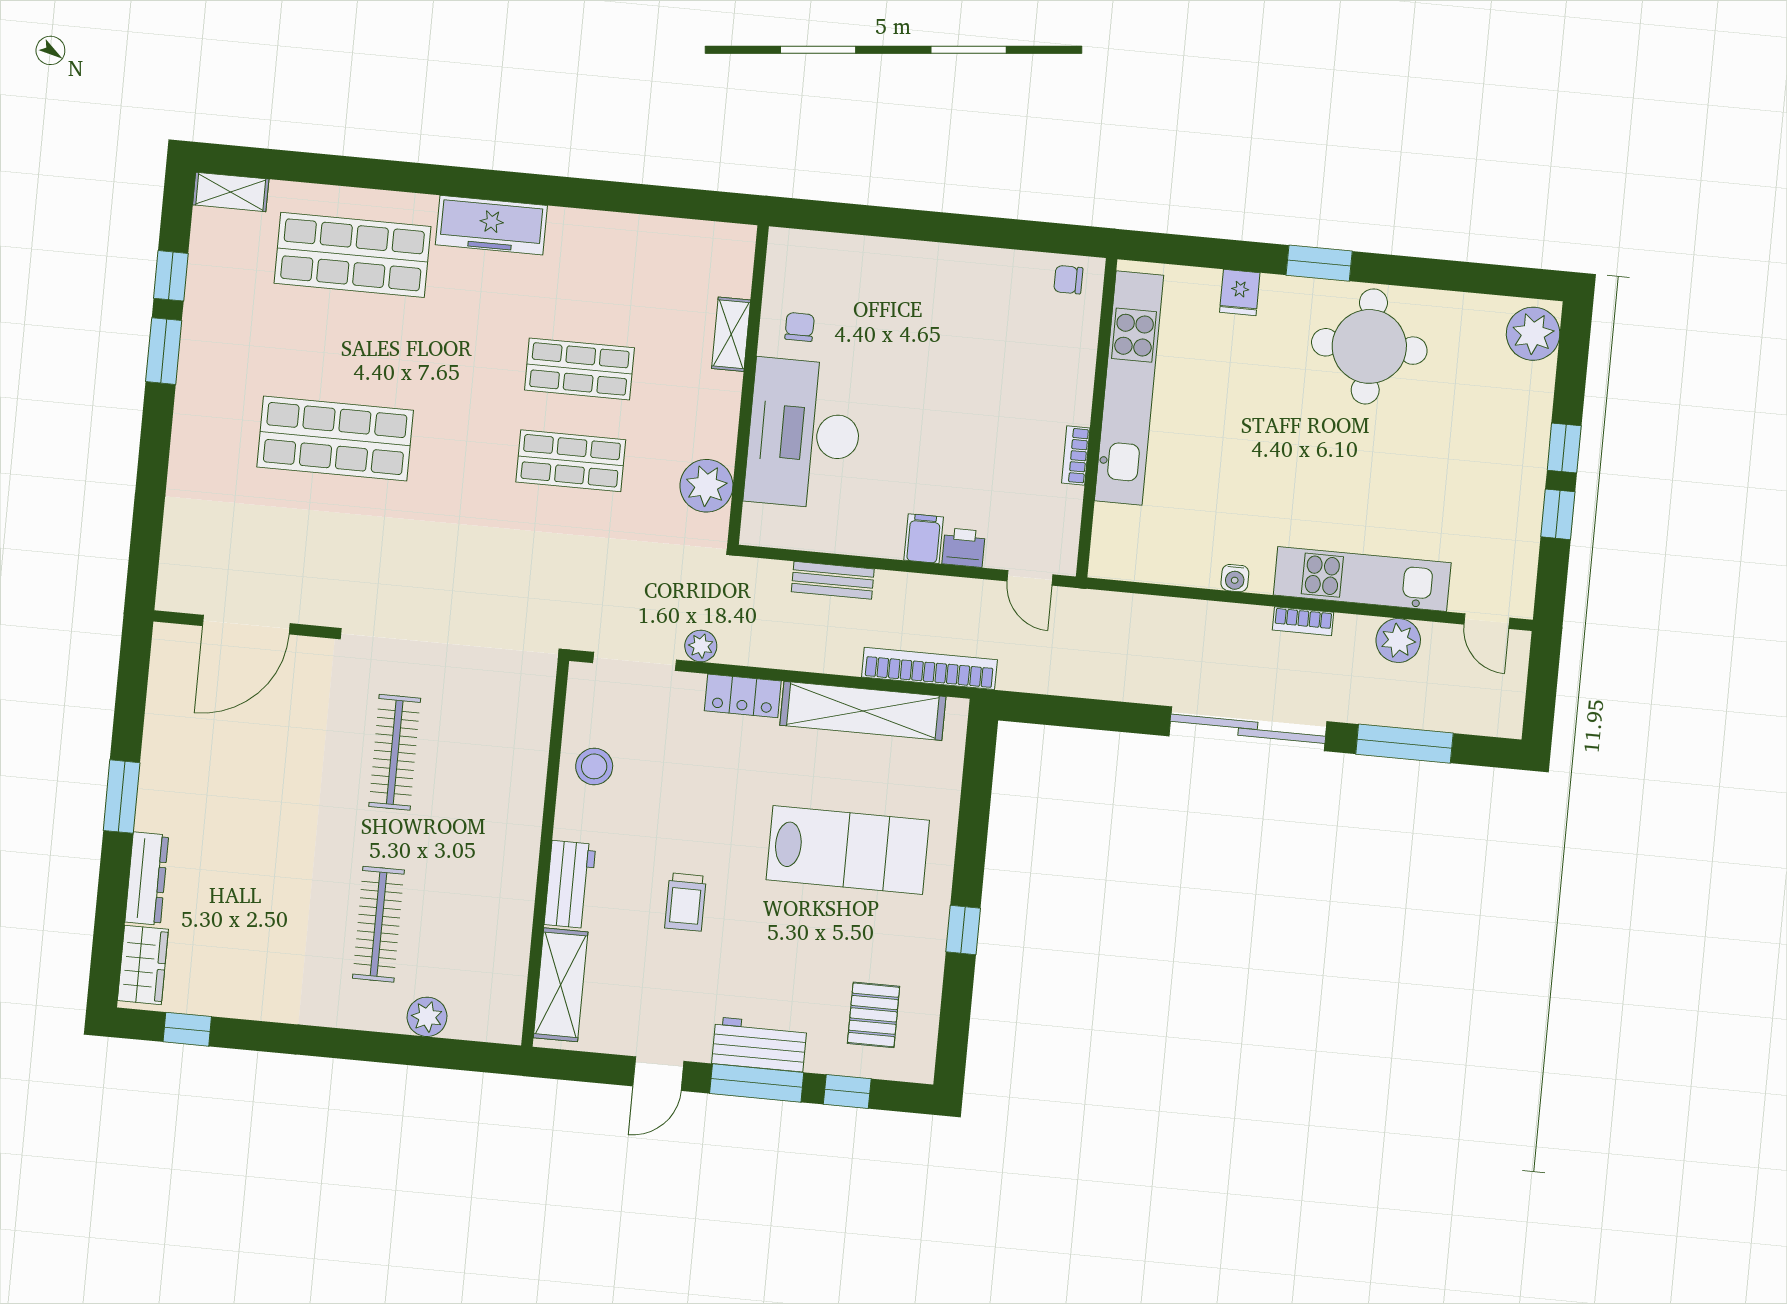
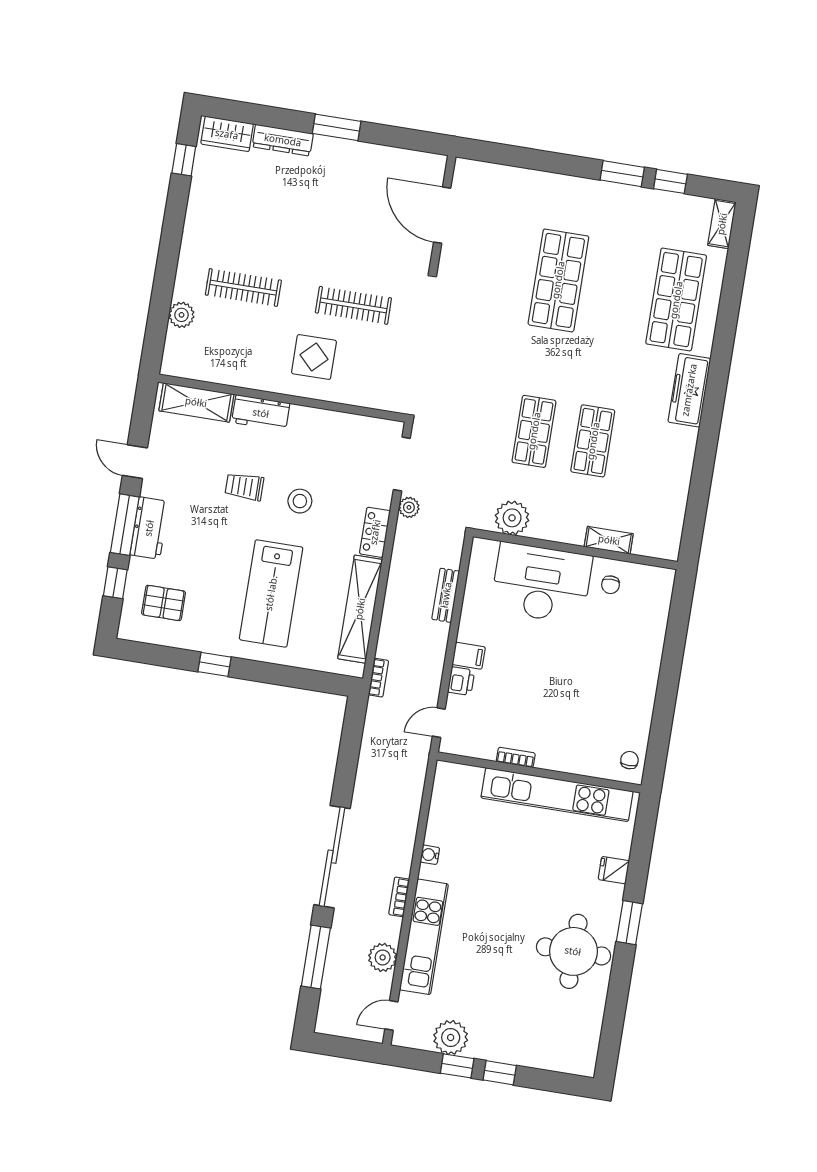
chair: (800, 327) -> (610, 585), turned 90
plant: (1533, 334) -> (451, 1037), moved
bookcase: (929, 668) -> (378, 678), width x0.43, depth x0.76
stool: (594, 766) -> (300, 501), moved
display table: (478, 808) -> (314, 357), added

